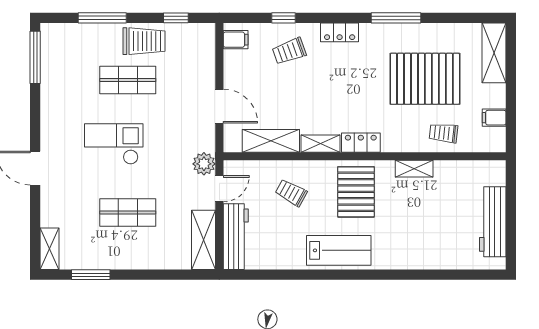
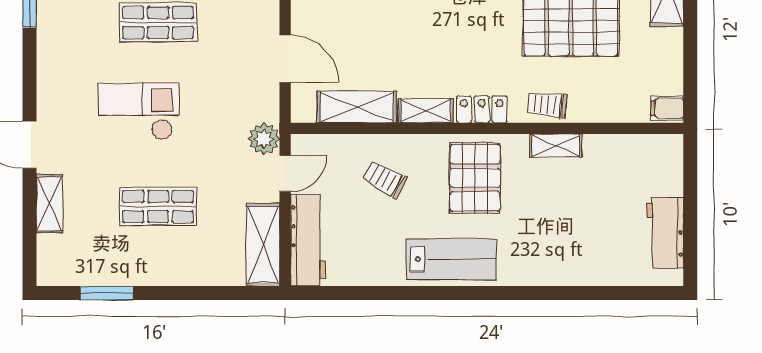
filing cabinet: (494, 118) -> (667, 108), moved
trolley: (444, 133) -> (547, 105), moved
workbench: (493, 222) -> (665, 233), width x0.73
shelving: (50, 249) -> (49, 204), moved

